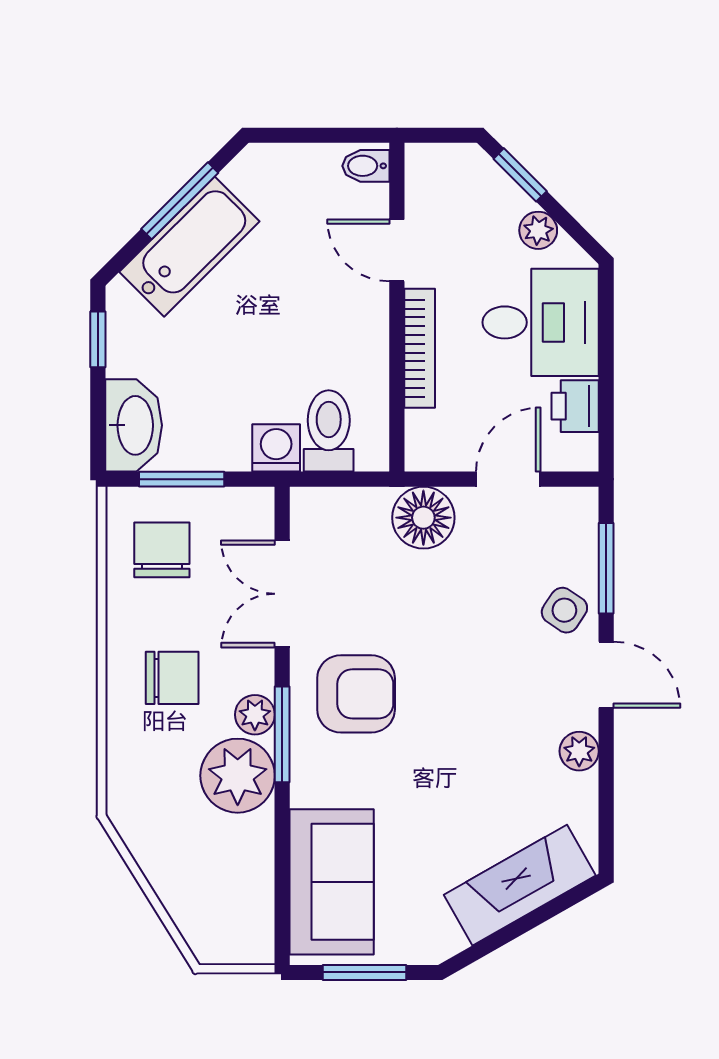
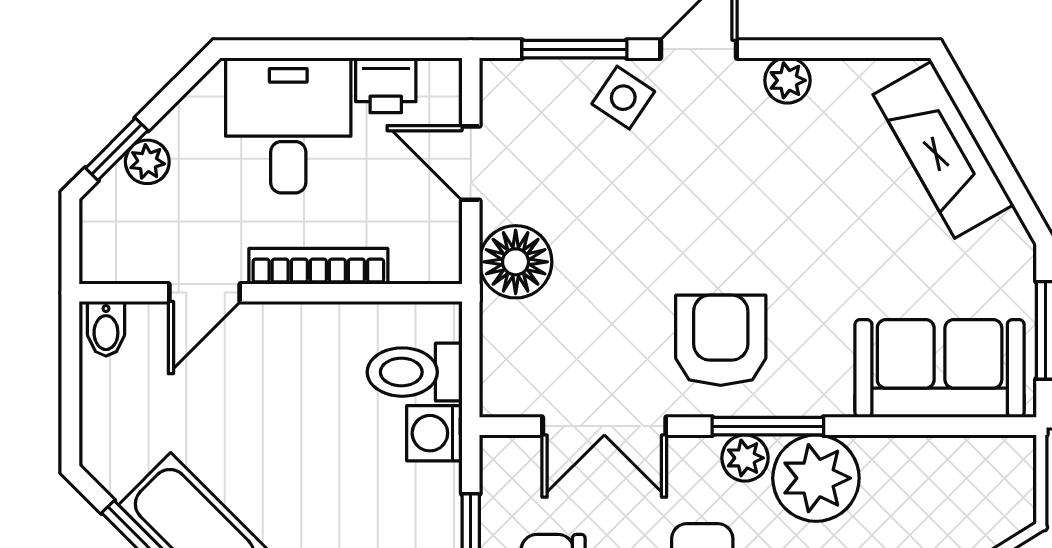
plant: (538, 230) -> (147, 162), moved

